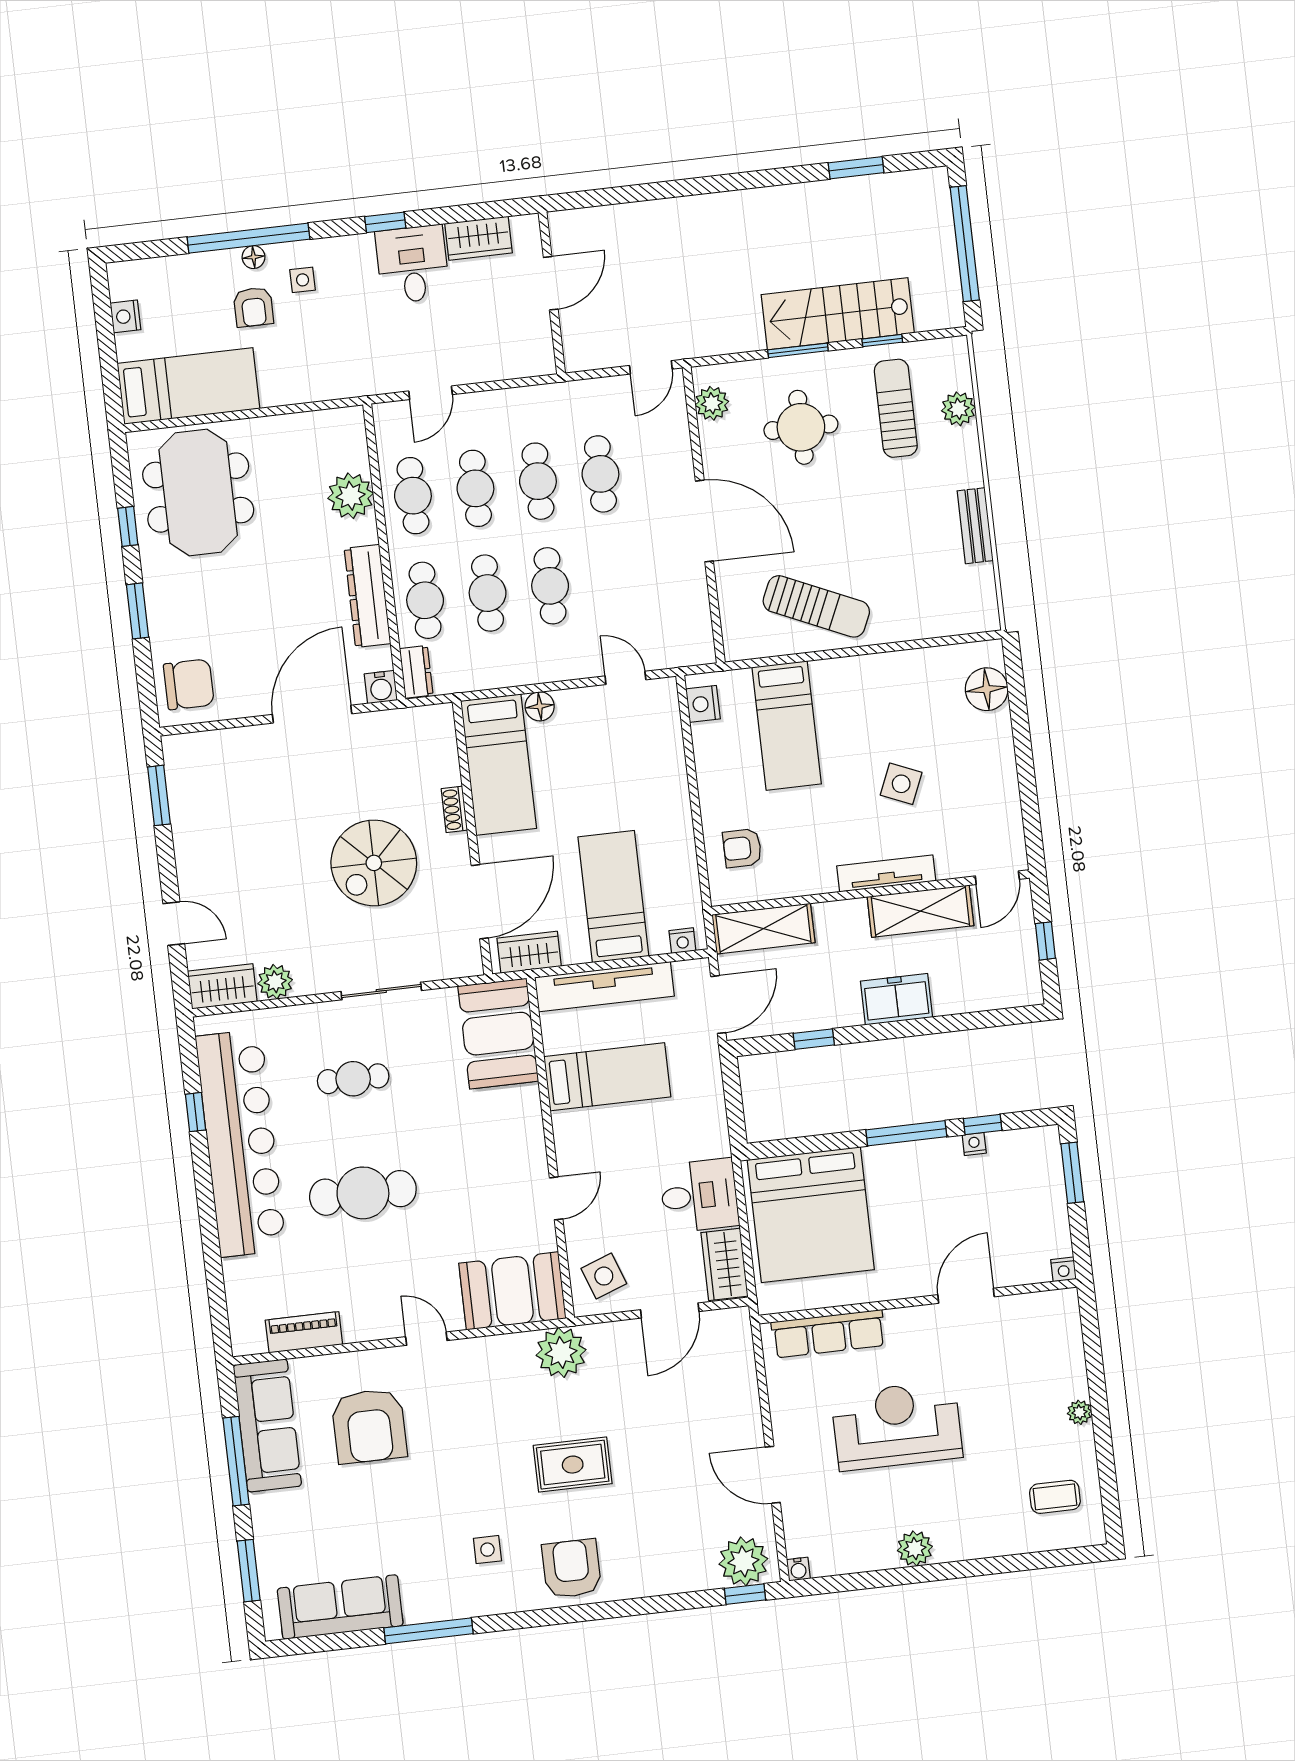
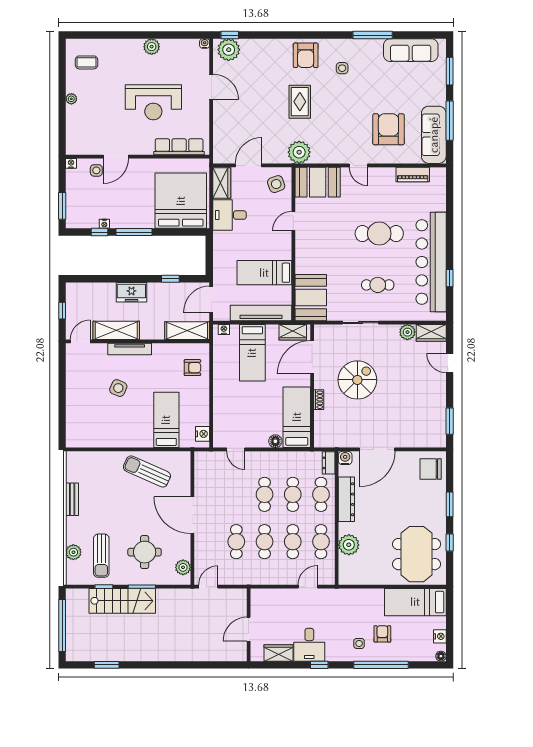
floor lamp: (254, 257) -> (441, 656), moved
floor lamp: (987, 689) -> (75, 426), removed
side table: (1006, 1260) -> (96, 170), added
rug: (573, 1465) -> (300, 102), turned 90

